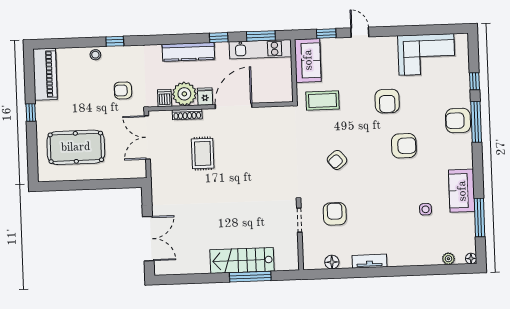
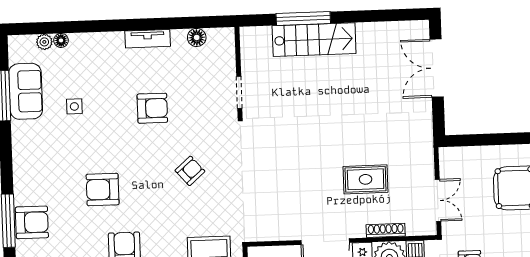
double door: (147, 137) -> (438, 200), width x0.73
rug: (203, 153) -> (366, 179), turned 90
sofa: (462, 191) -> (26, 91), moved
armchair: (335, 214) -> (152, 108), moved, turned -90
floor lamp: (471, 259) -> (61, 40), moved

